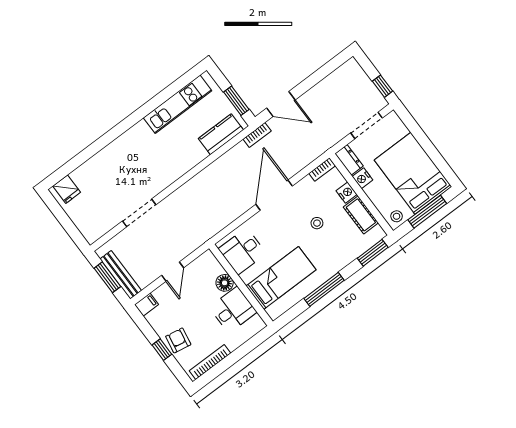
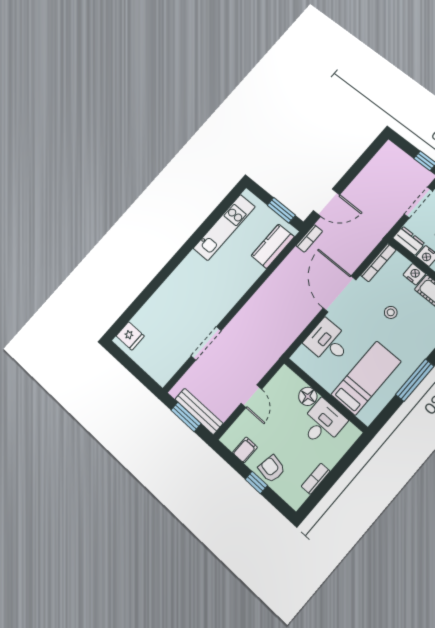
bookcase: (322, 170) -> (378, 263), width x1.56
desk: (242, 251) -> (328, 342), moved, turned 90
filing cabinet: (146, 305) -> (245, 450), moved
bookcase: (210, 362) -> (316, 479), width x0.64

